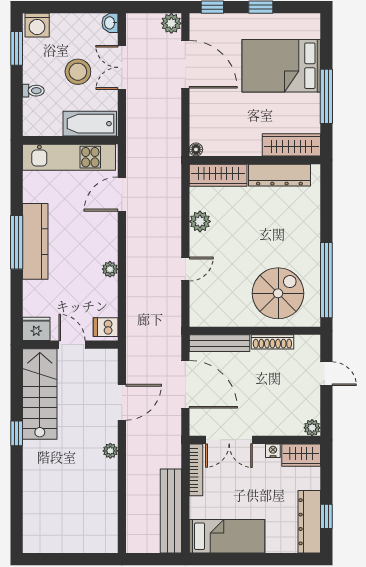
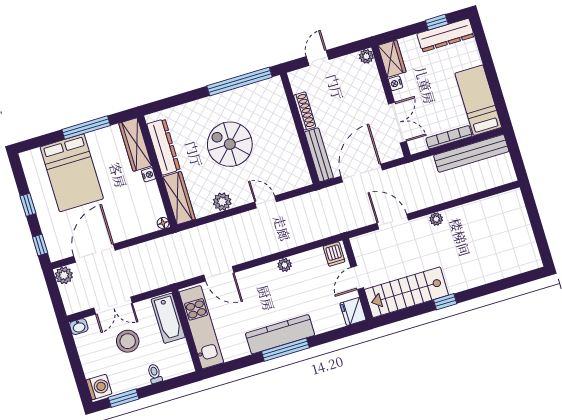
nightstand: (254, 149) -> (149, 175), added
spiral stairs: (278, 293) -> (230, 144), moved
bookcase: (196, 470) -> (449, 137), moved

